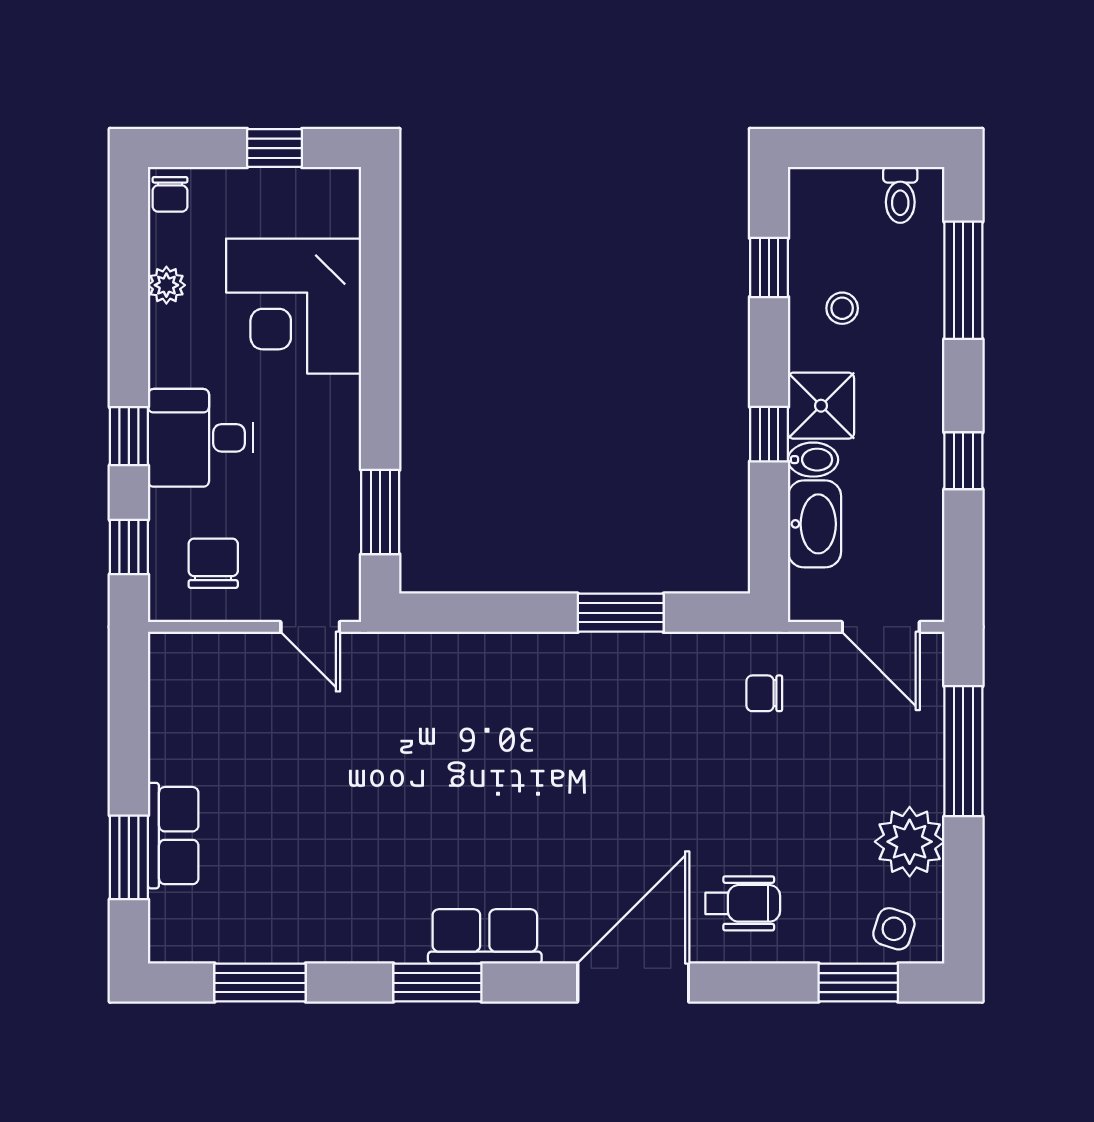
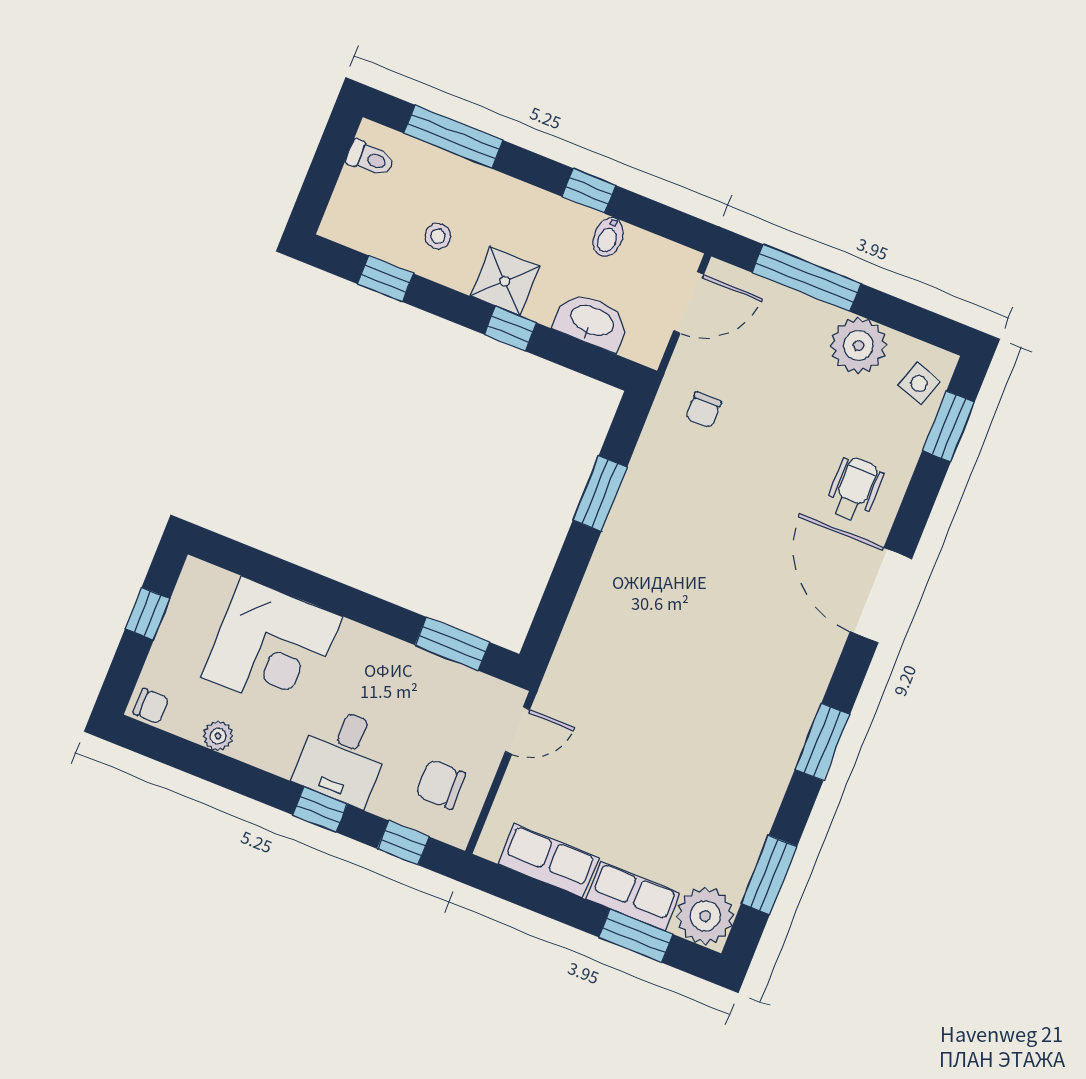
bidet: (813, 460) -> (608, 237), moved, turned 180
plant: (184, 928) -> (705, 916), added
row of seats: (485, 936) -> (548, 861), moved, turned 90

